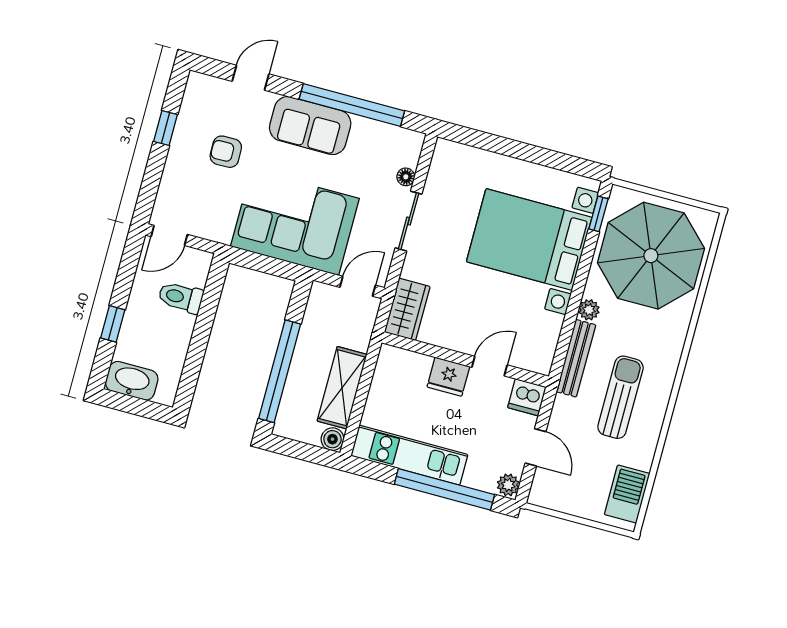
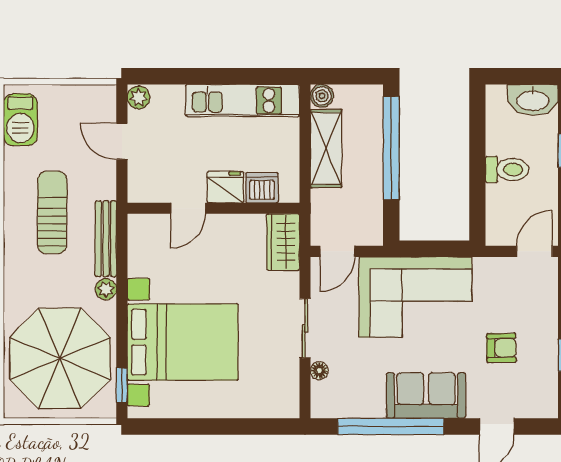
toilet: (181, 297) -> (507, 169), moved
dishwasher: (527, 397) -> (262, 188), moved
sun lounger: (620, 397) -> (52, 212), turned 180
window: (444, 489) -> (199, 76), removed

